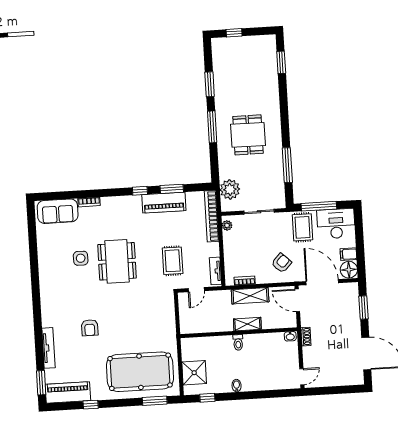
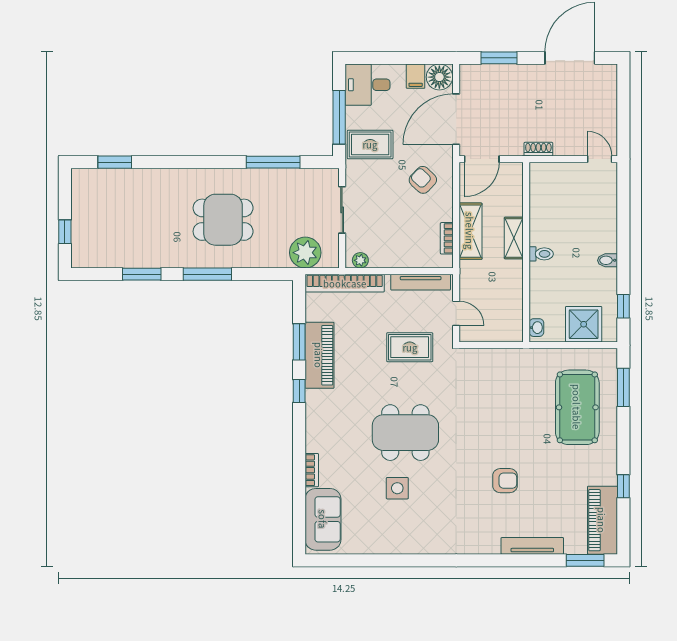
desk: (336, 224) -> (367, 85), width x0.73
tv unit: (215, 271) -> (421, 282), width x1.41
washbasin: (290, 336) -> (536, 328), moved
pool table: (140, 372) -> (577, 407), width x0.73, depth x0.76

